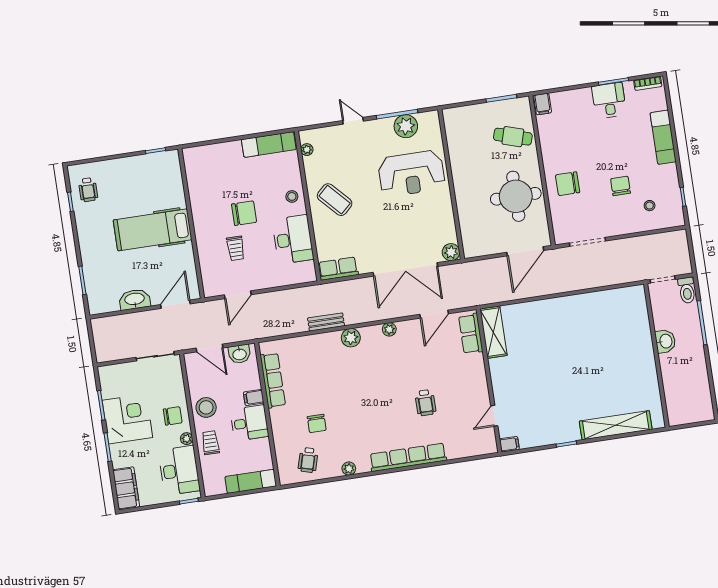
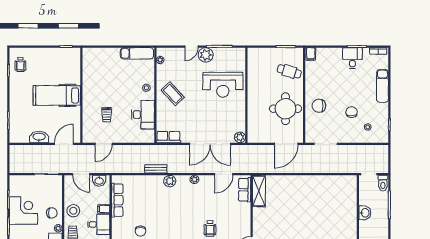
door: (353, 121) -> (191, 47), swing flipped
plant: (406, 126) -> (206, 55), moved
chair: (244, 213) -> (115, 94), removed

